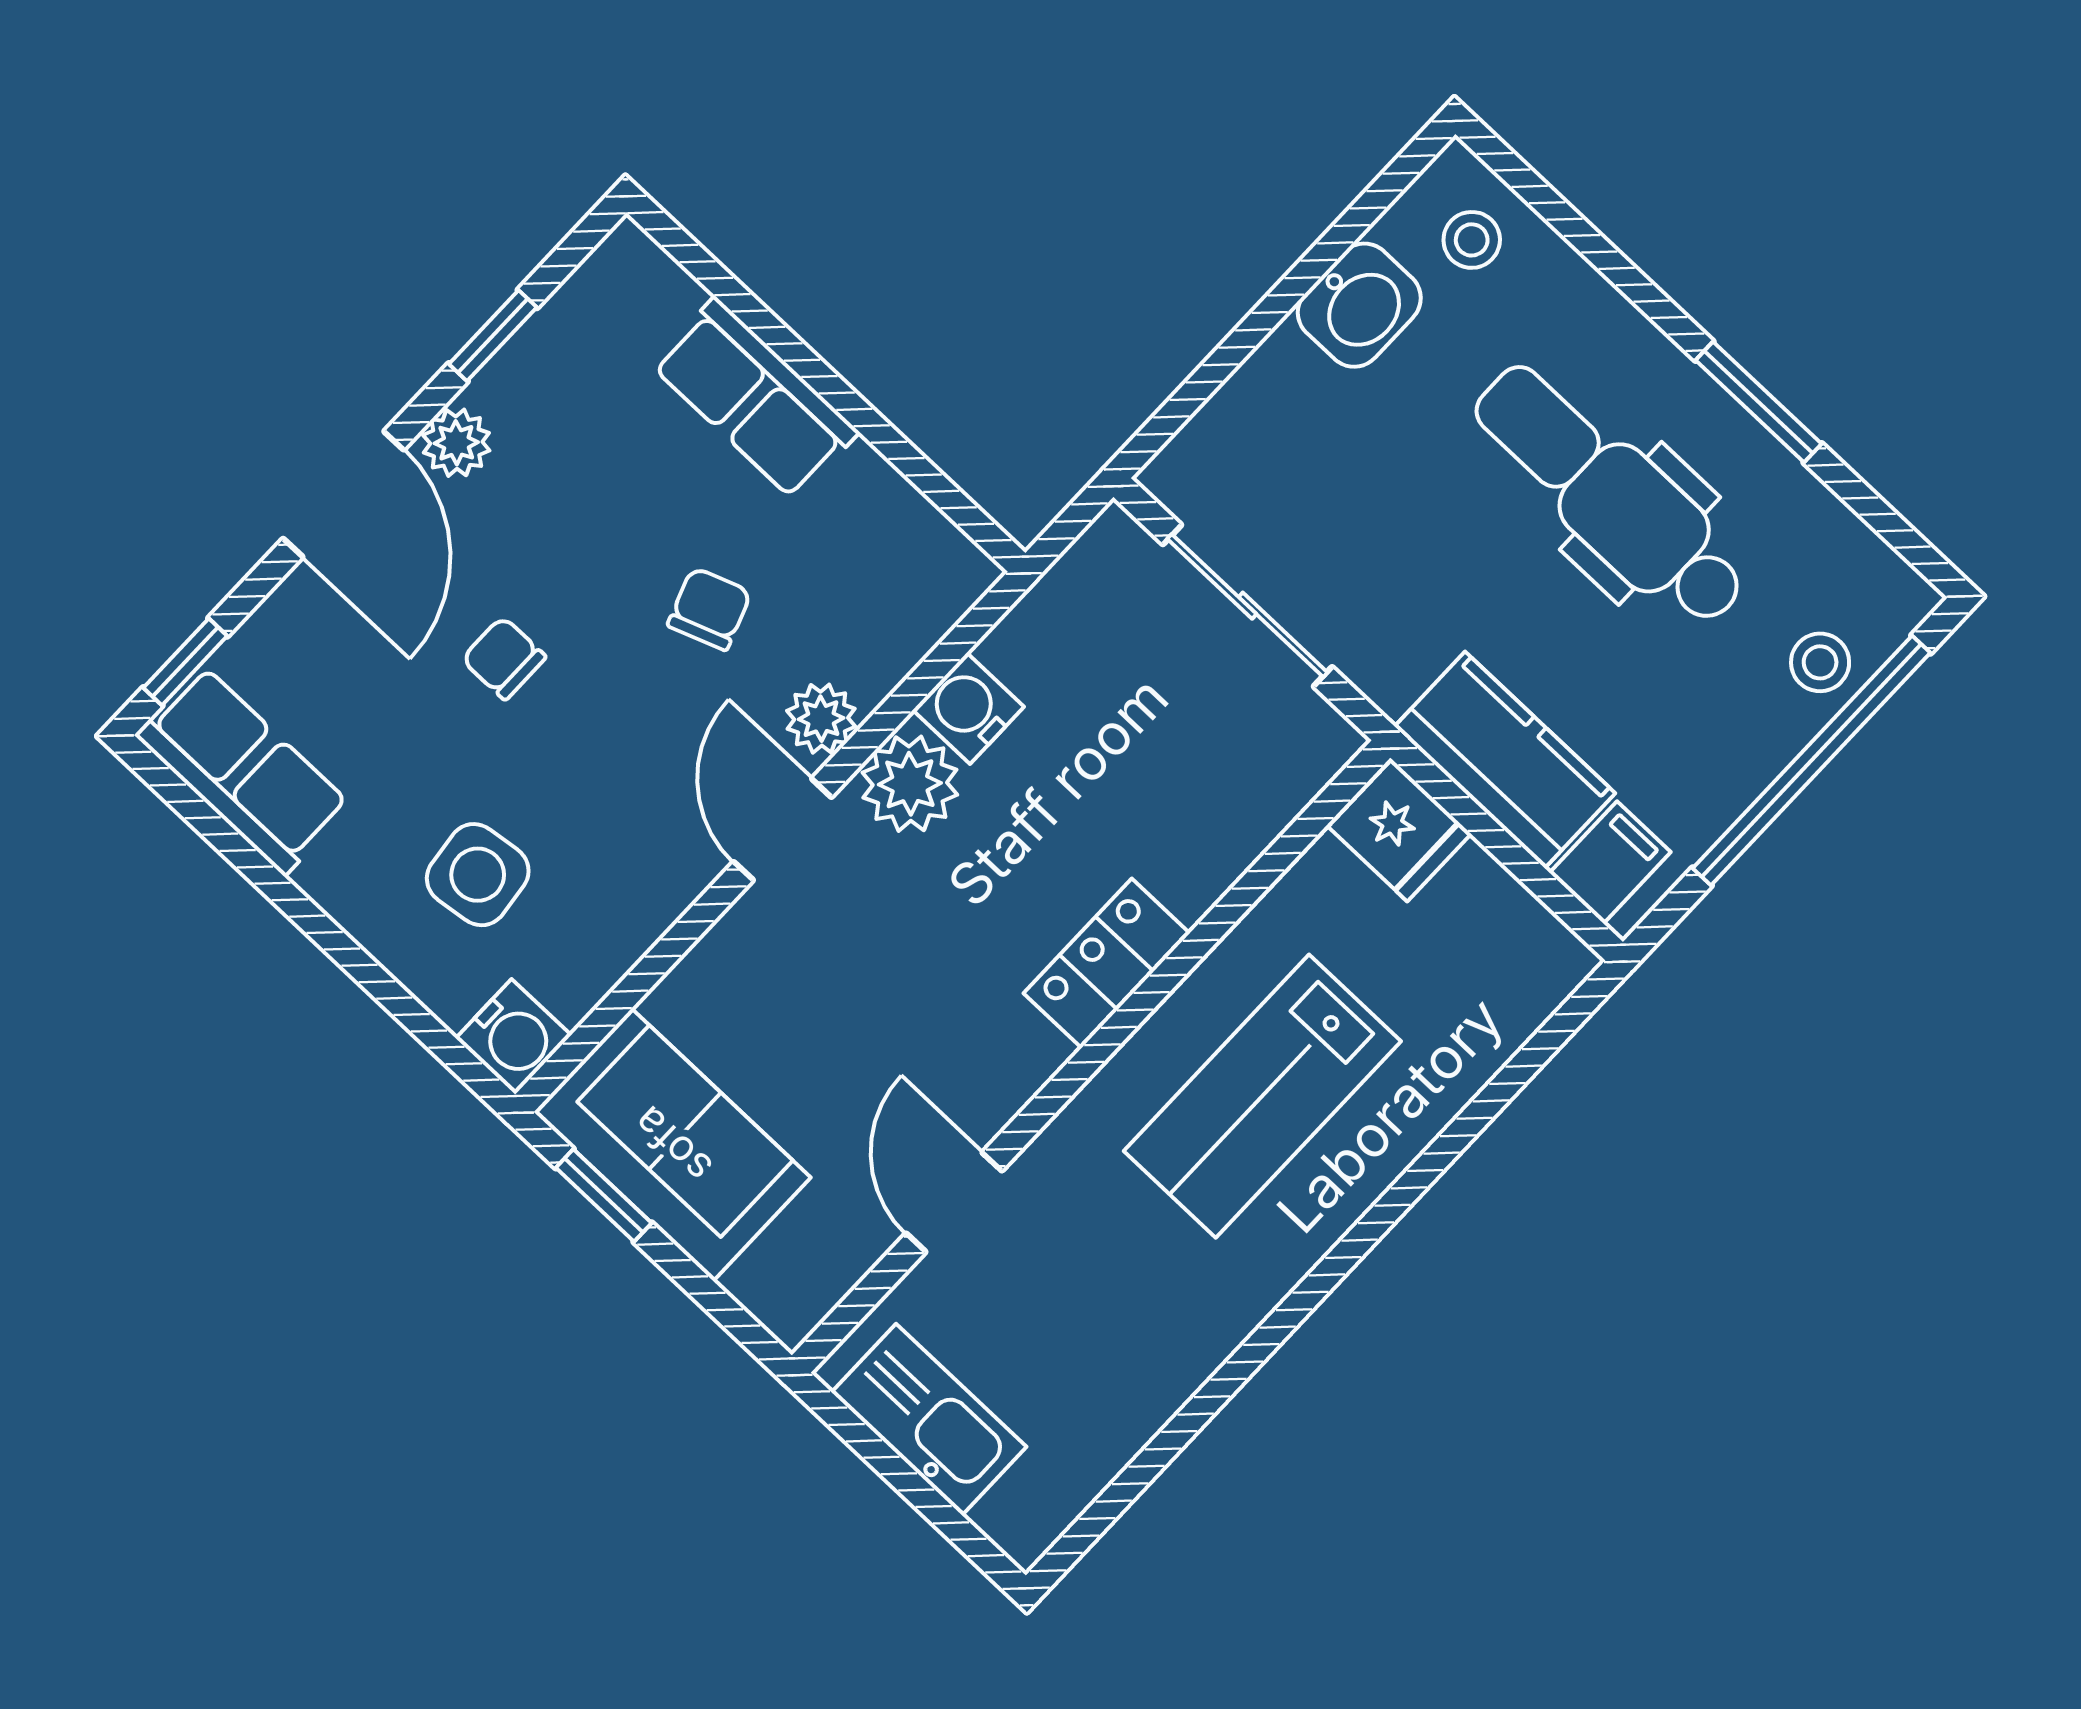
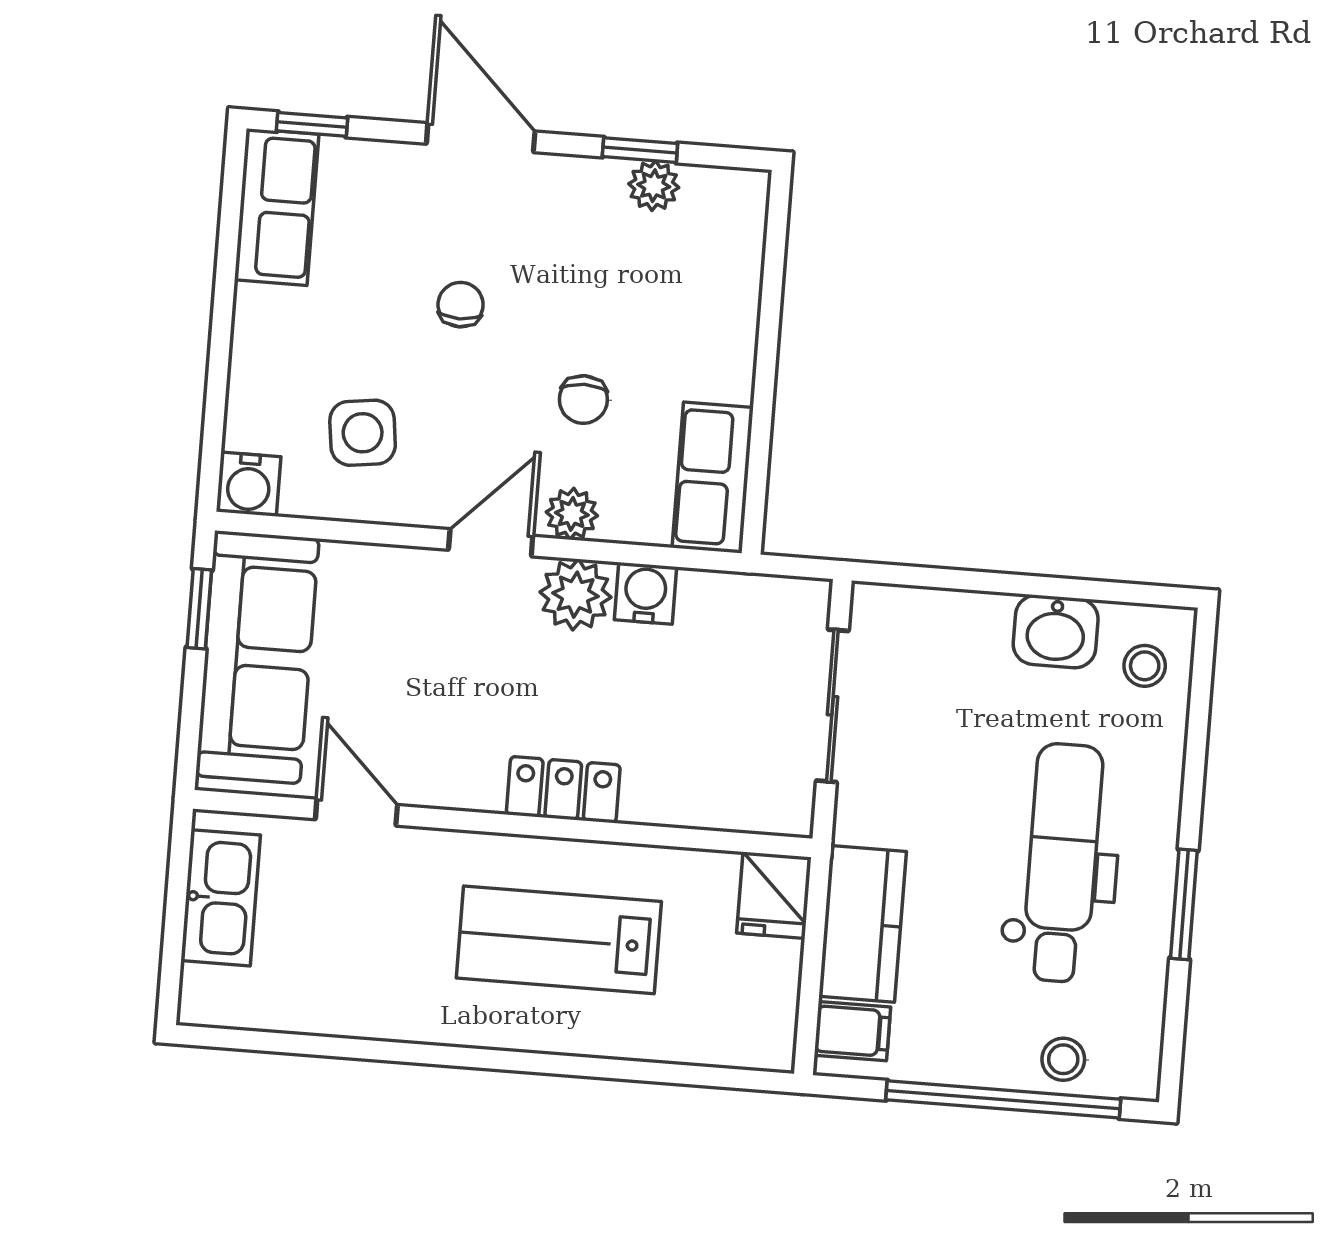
row of seats: (755, 399) -> (713, 478), moved
plant: (456, 443) -> (654, 186), moved
door: (343, 494) -> (481, 138), swing flipped
chair: (709, 609) -> (583, 400), turned 110
side table: (478, 875) -> (363, 433), moved
sofa: (672, 1145) -> (257, 657), width x1.36
door: (954, 1202) -> (356, 812), hinge flipped

